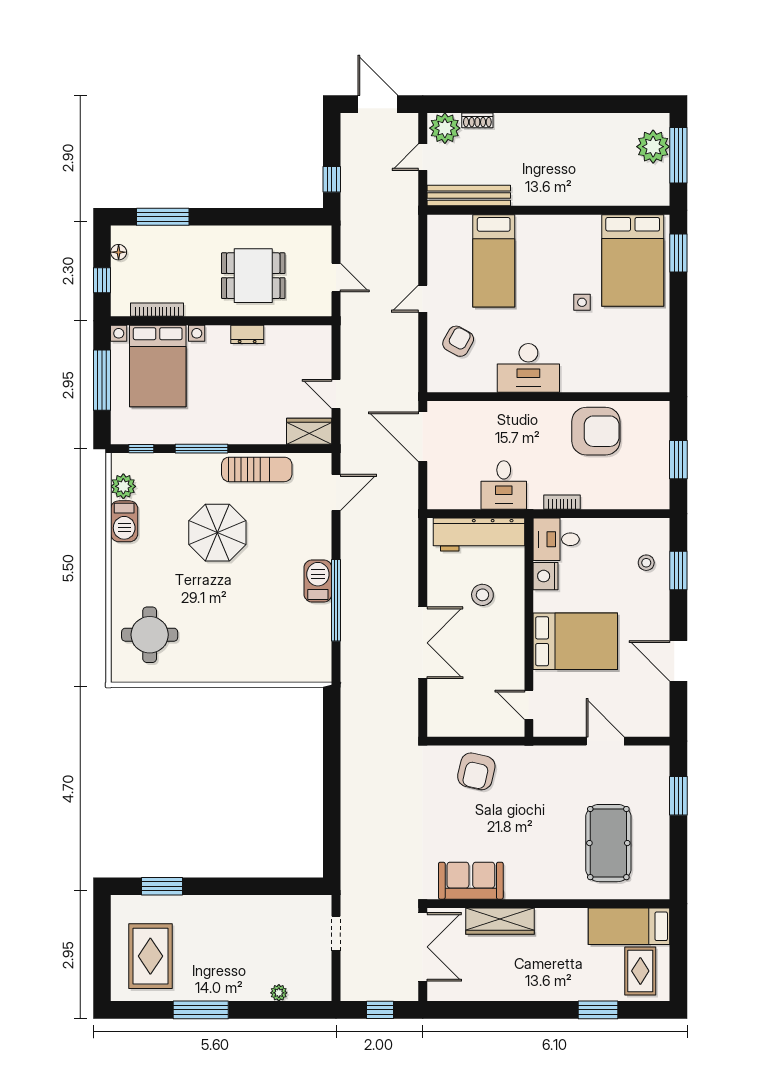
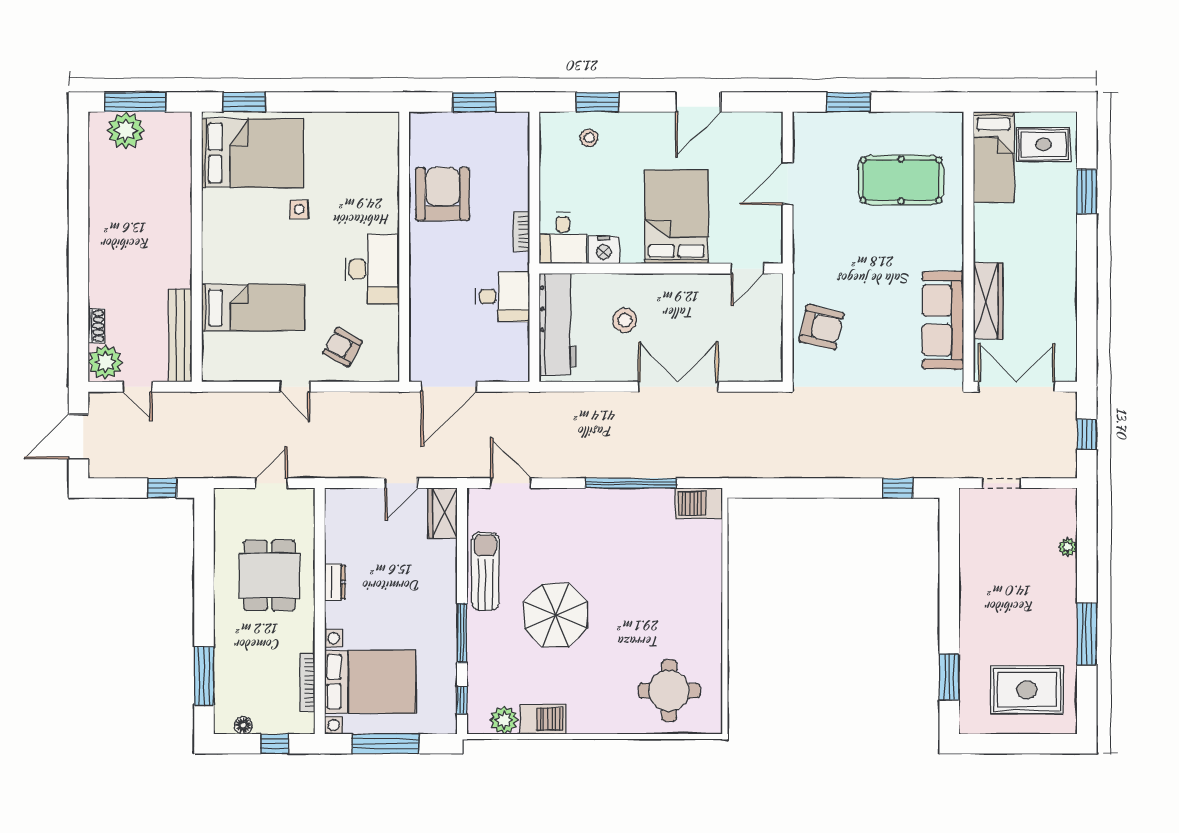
barbecue: (318, 581) -> (699, 503), moved
window: (332, 840) -> (898, 488), added
sofa: (471, 881) -> (943, 320), width x1.36

